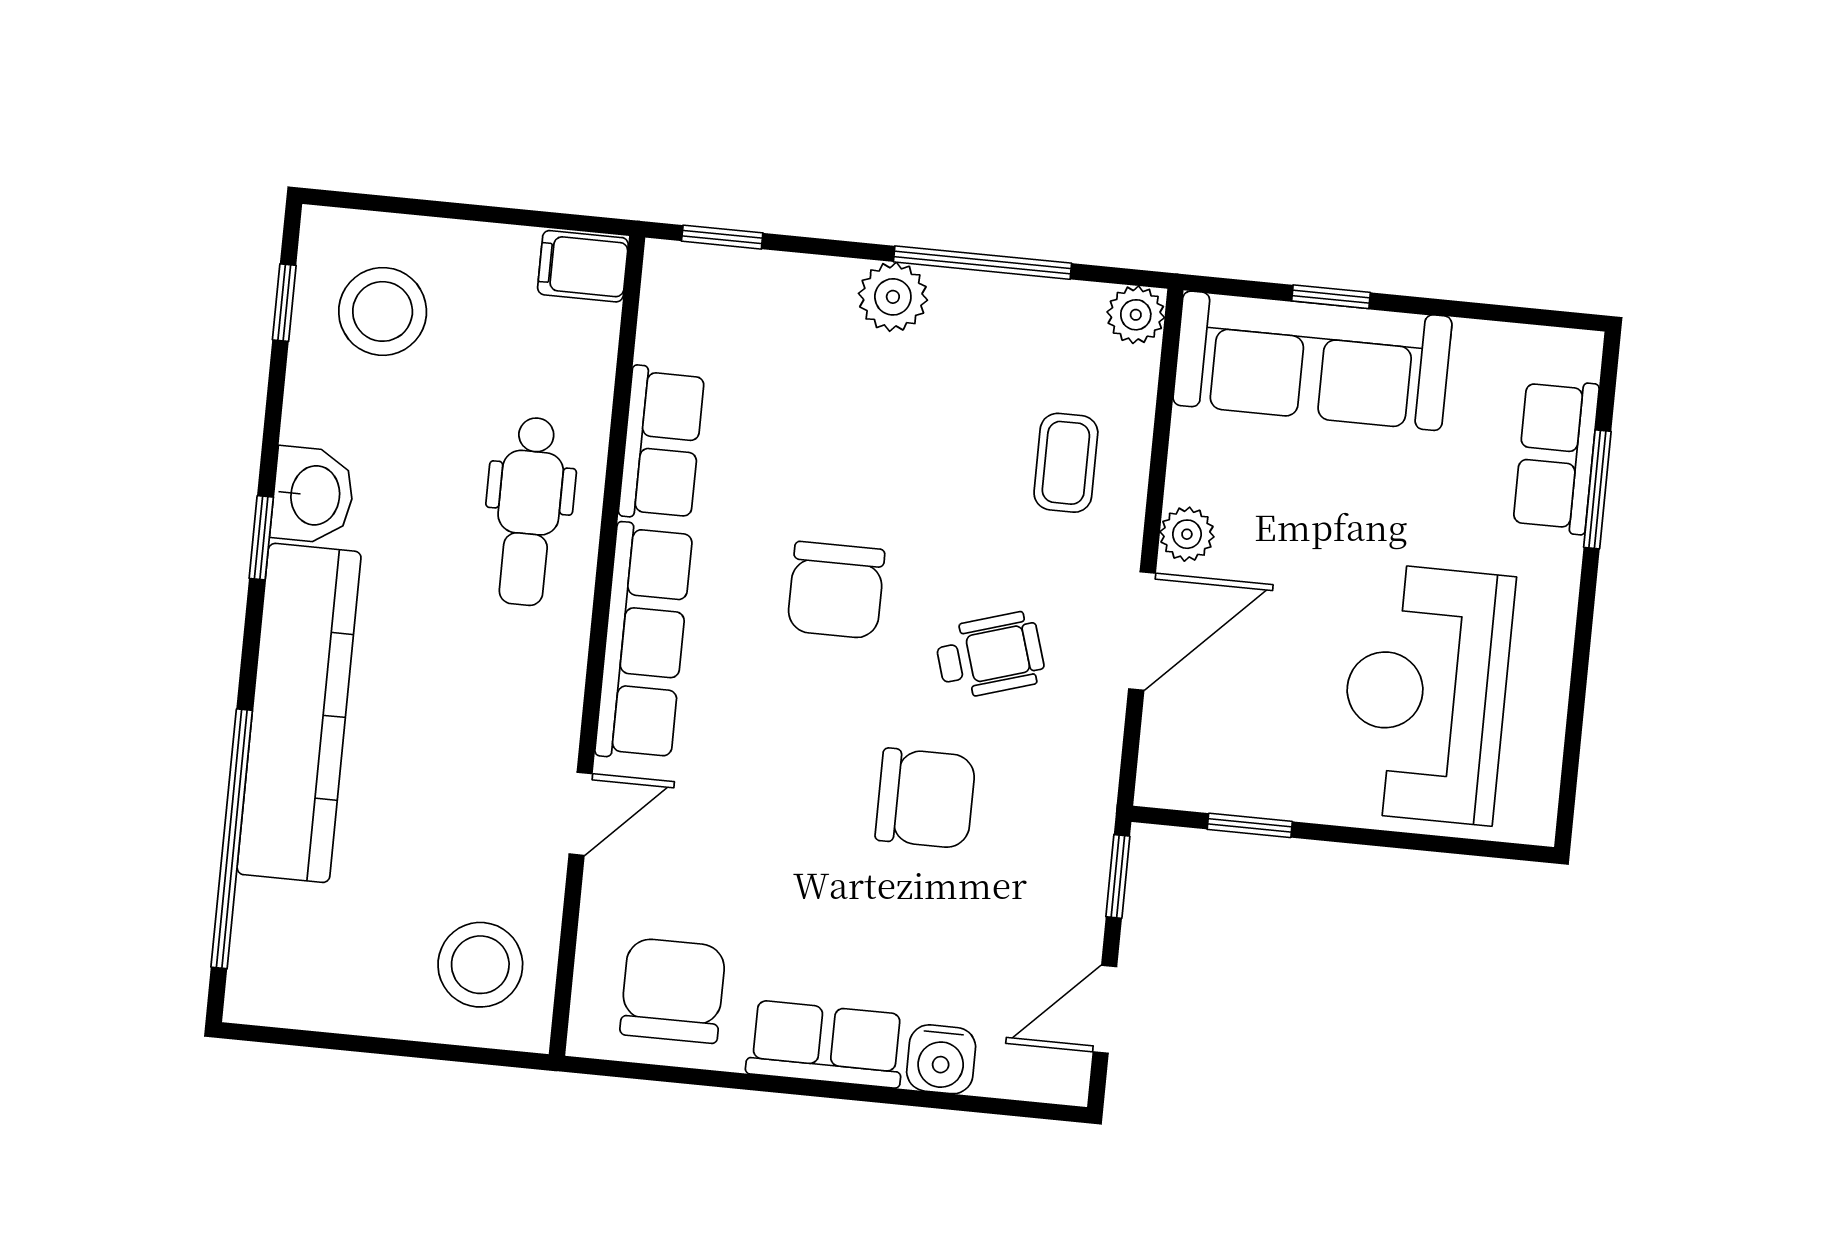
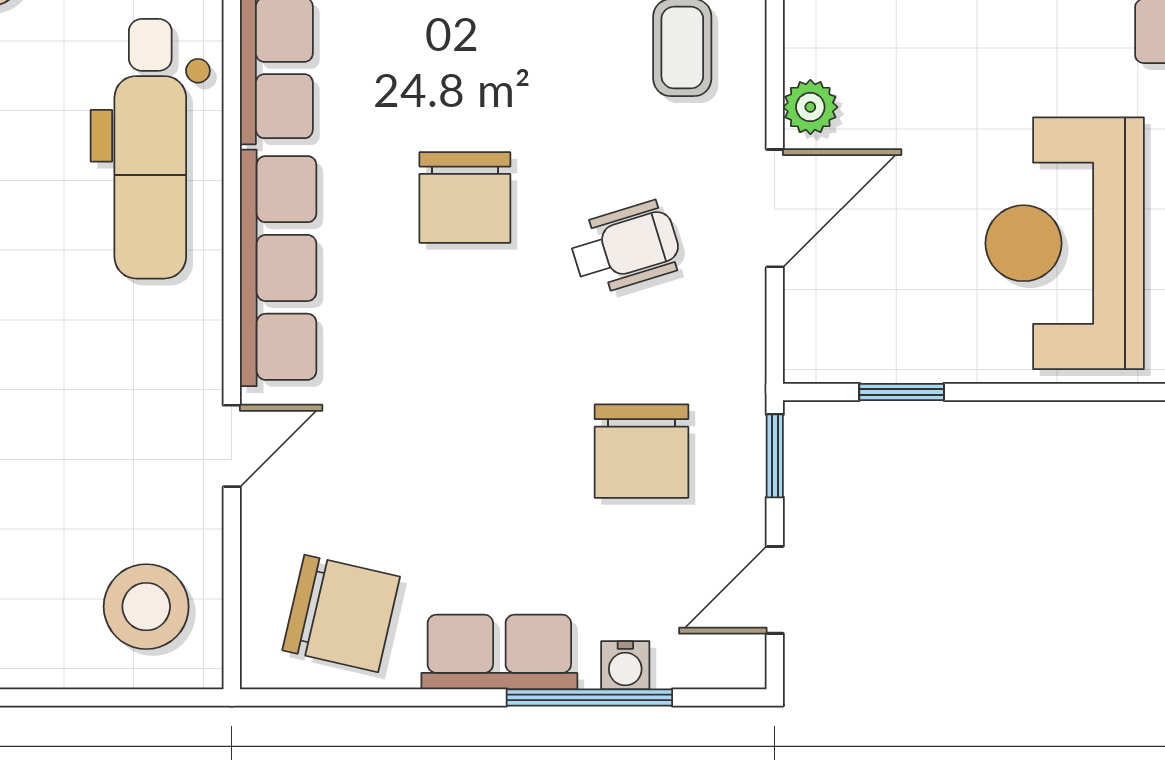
dental chair: (529, 511) -> (150, 149), width x1.36, depth x1.38
chair: (925, 798) -> (641, 451), moved, turned 90
chair: (673, 991) -> (341, 613), turned 103
water cooler: (941, 1059) -> (625, 665), width x0.72, depth x0.72
window: (911, 1098) -> (589, 697), added

